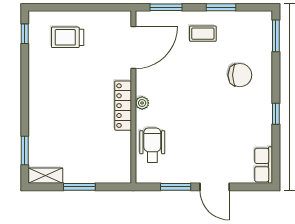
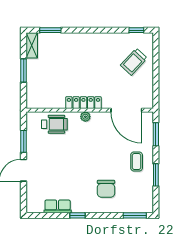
trolley: (68, 37) -> (134, 62), turned -137
row of seats: (264, 165) -> (58, 206), moved

